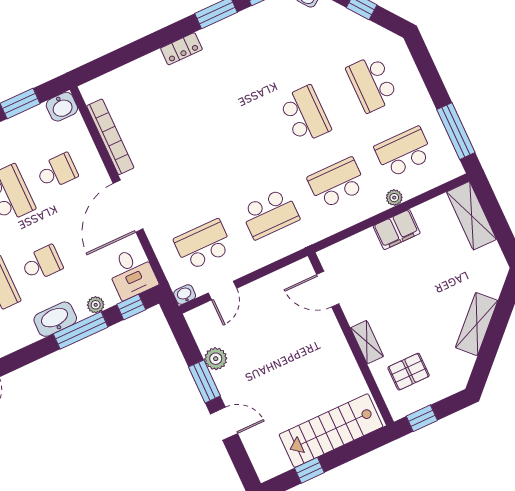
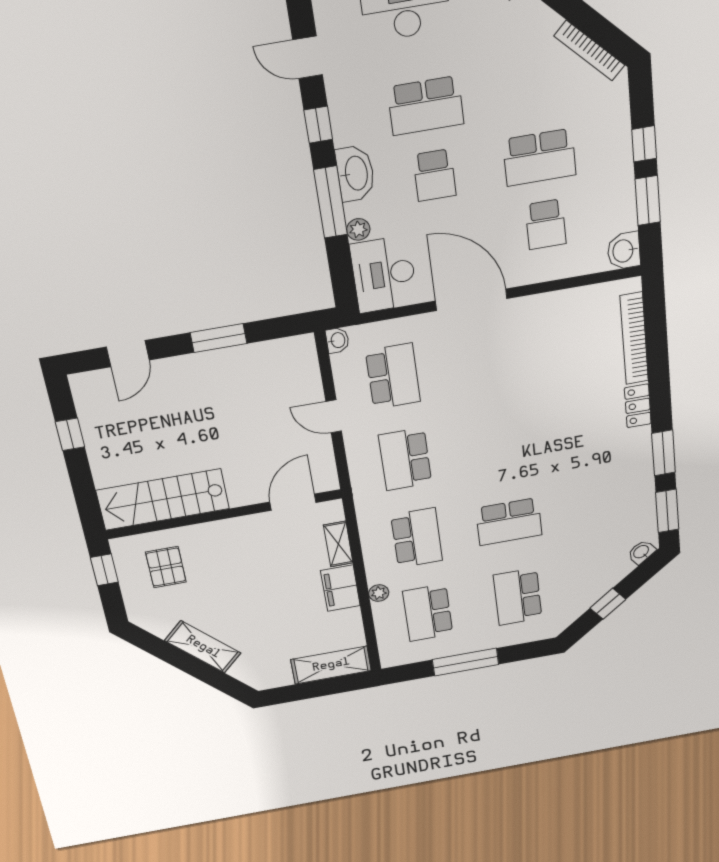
school desk: (372, 84) -> (518, 597), turned -90
window: (456, 131) -> (466, 662), moved
bookcase: (110, 137) -> (634, 338), moved, turned 90
school desk: (404, 152) -> (428, 613), turned 180
desk: (132, 273) -> (384, 274), width x1.37
door: (222, 291) -> (334, 416), moved
window: (131, 307) -> (318, 125), moved
shelving: (367, 342) -> (338, 544), moved, turned 90
plant: (216, 359) -> (244, 358), removed
door: (224, 424) -> (128, 354), moved
stairs: (331, 431) -> (163, 500), moved, turned -90

